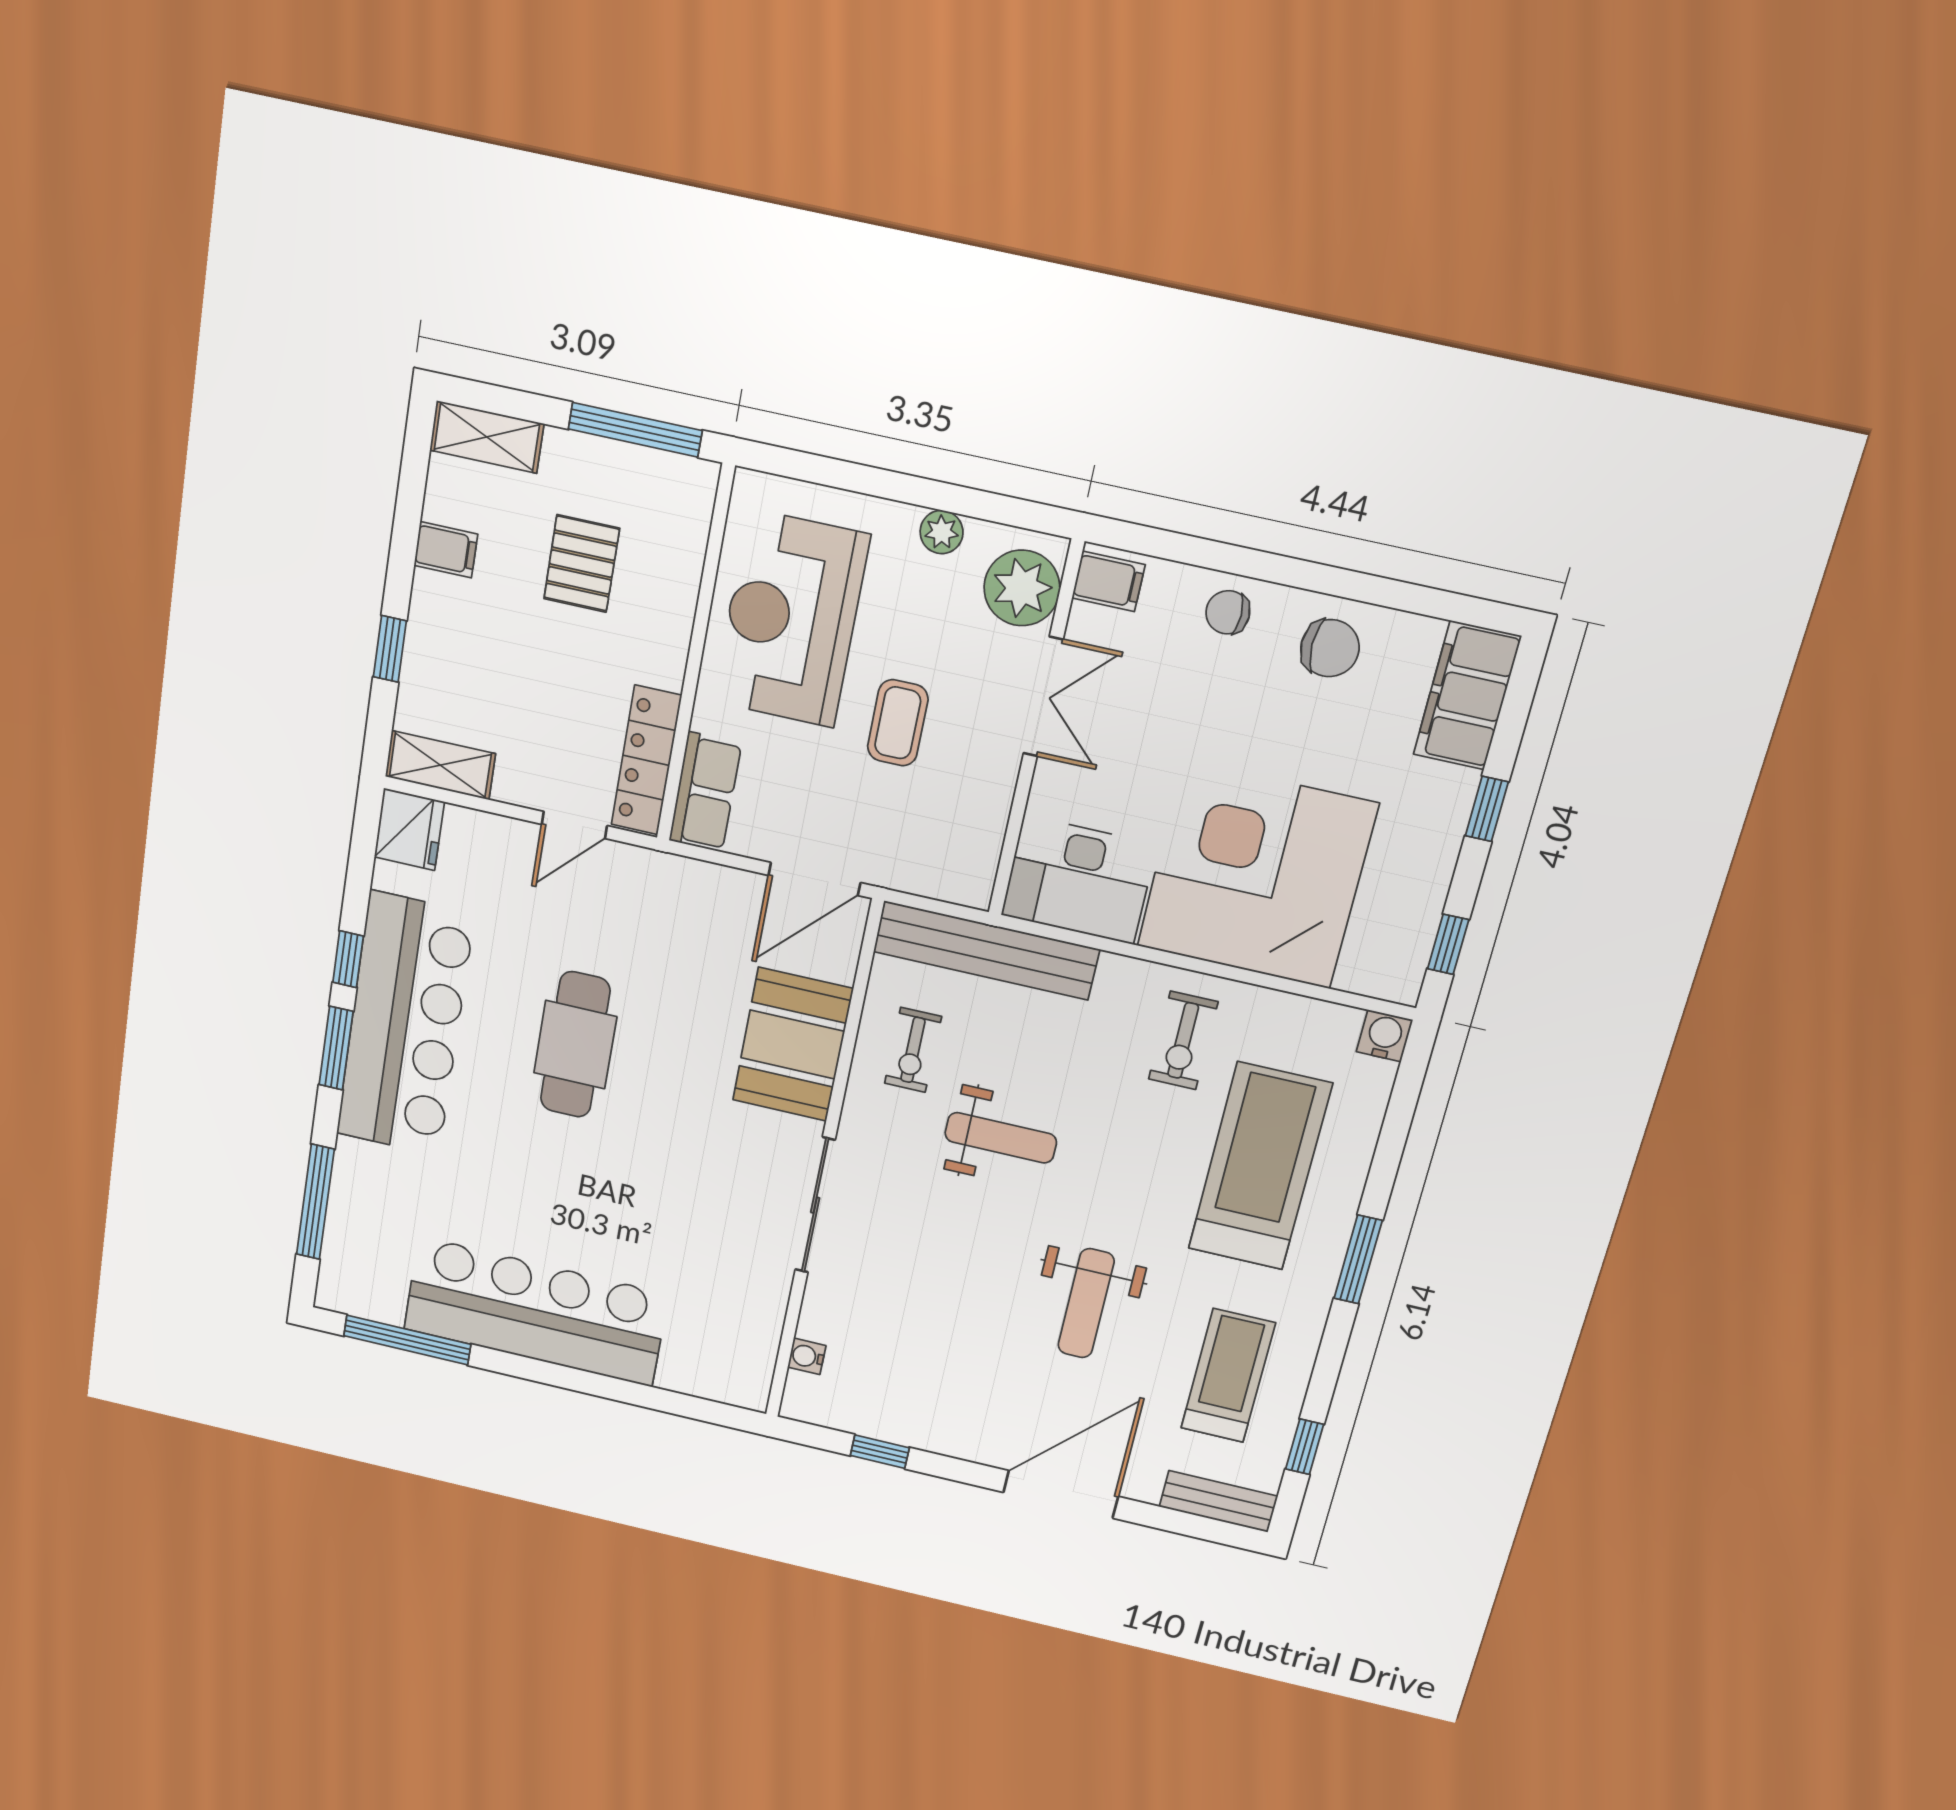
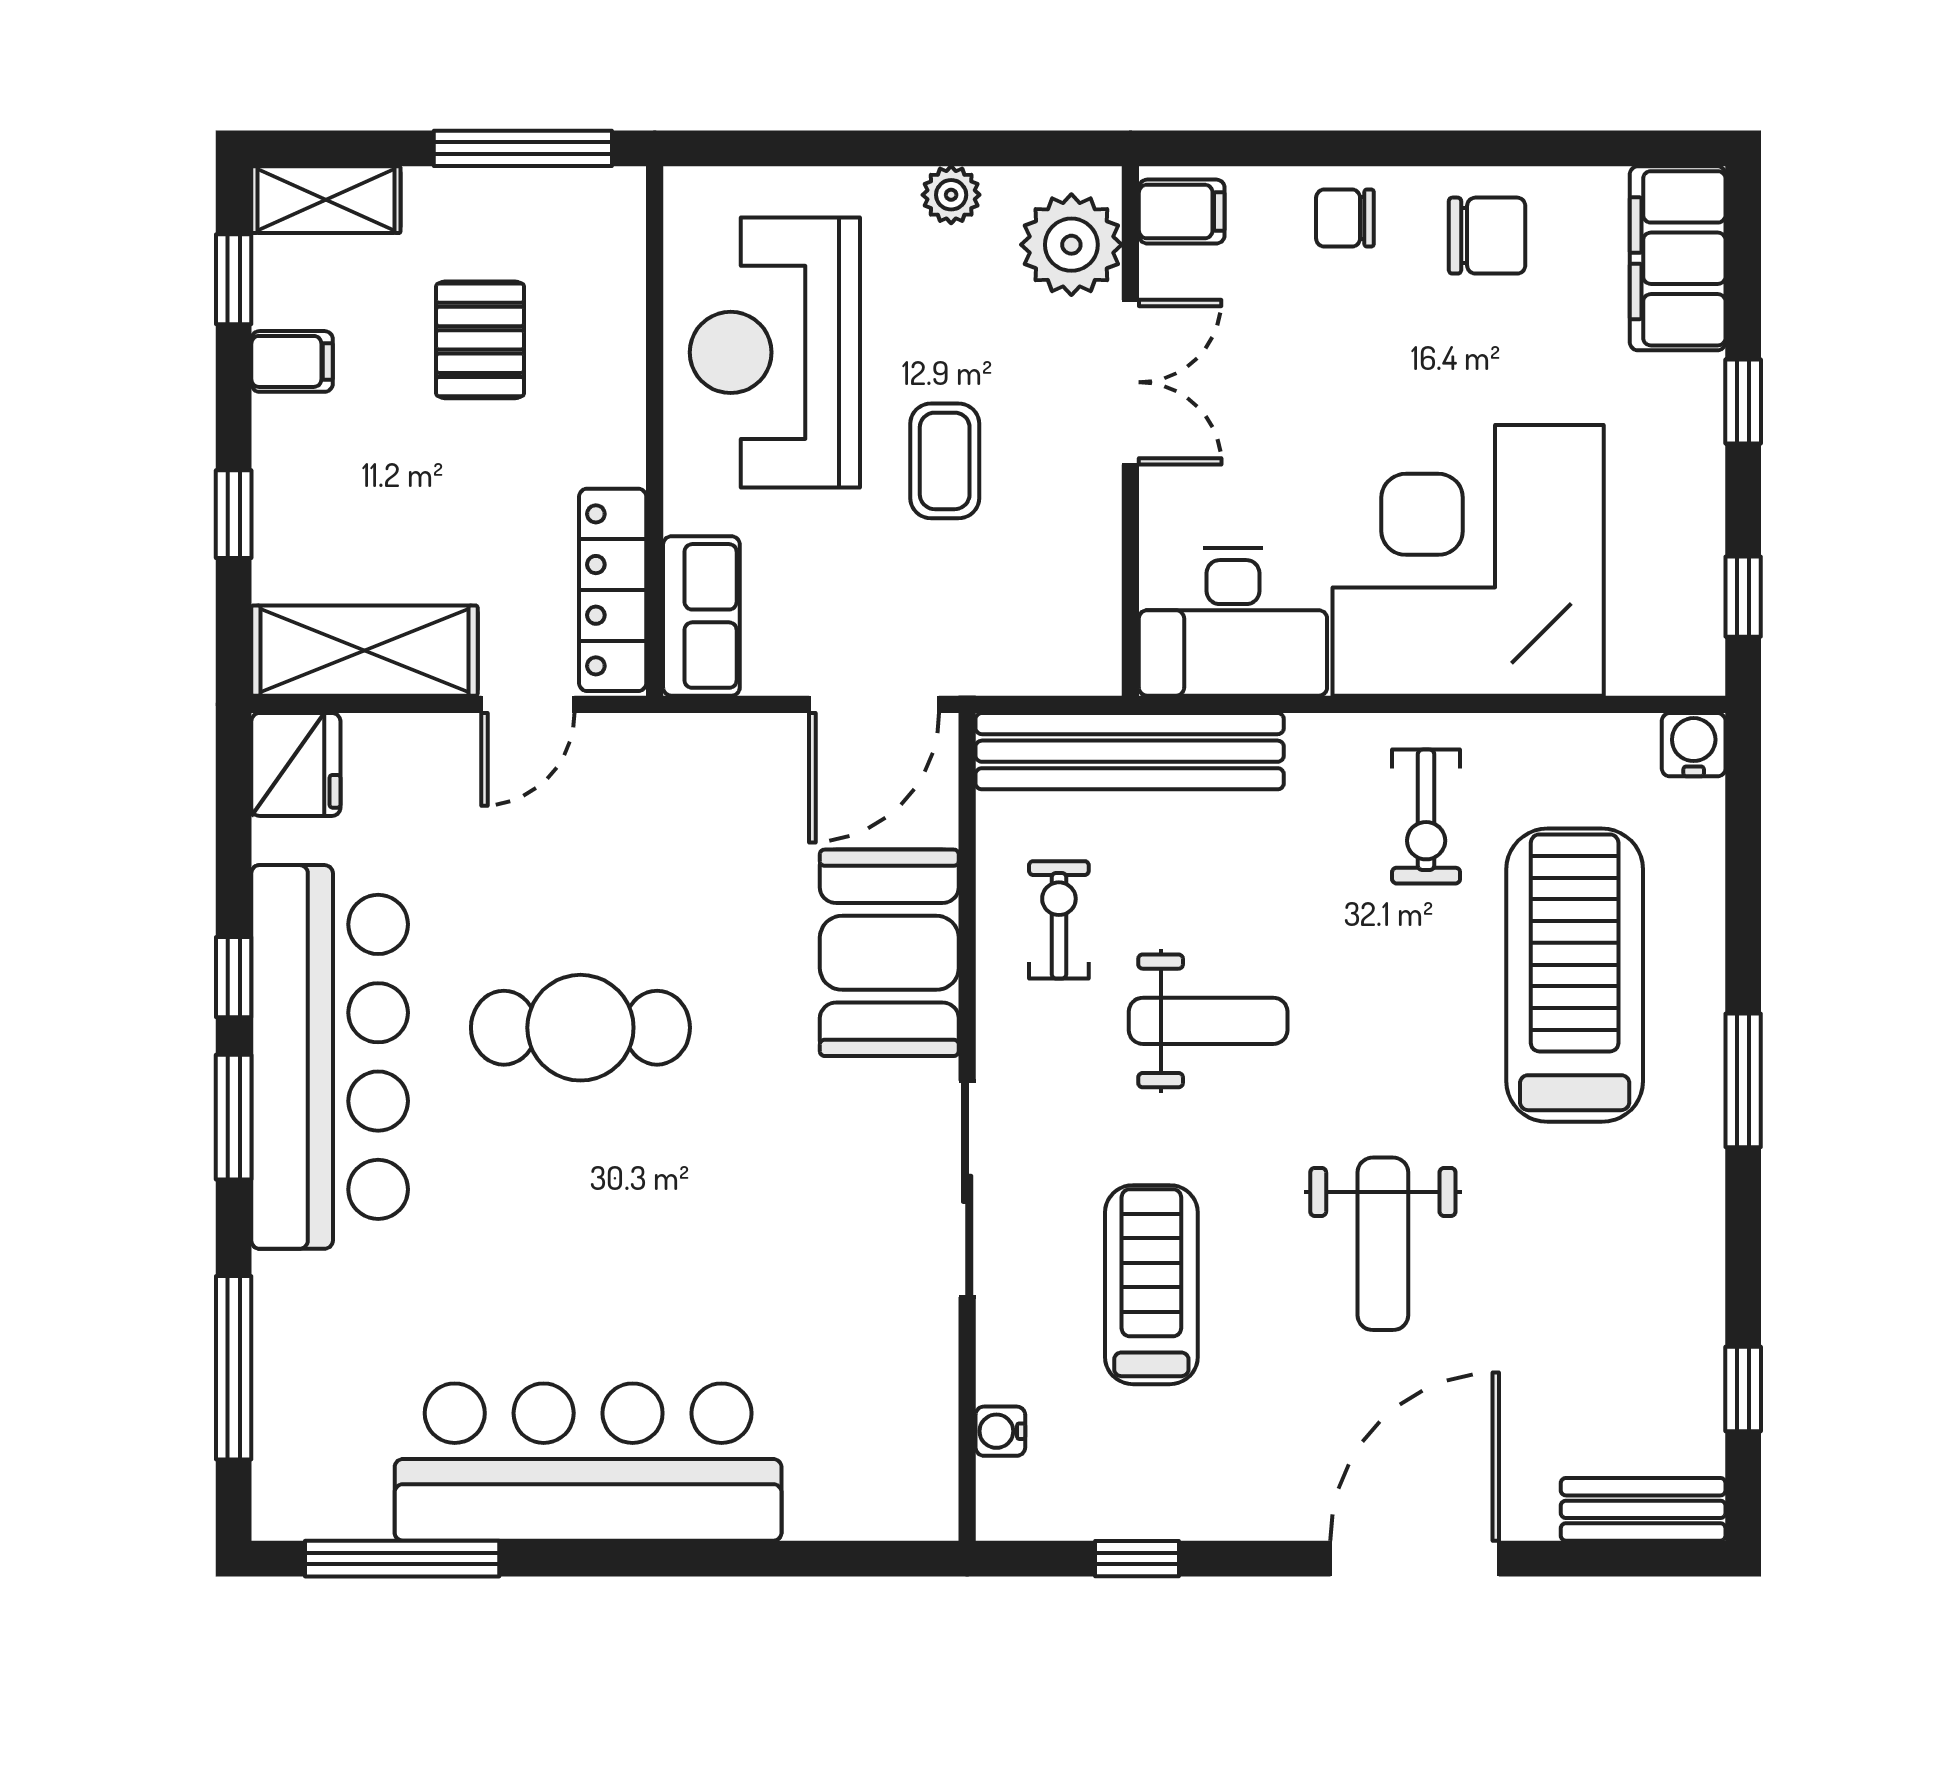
window: (413, 481) -> (234, 279), added
shelving: (440, 765) -> (365, 651), width x1.50, depth x1.33
cafe table: (575, 1045) -> (580, 1028), turned 90
exercise bike: (913, 1050) -> (1059, 920), turned 180
treadmill: (1228, 1376) -> (1151, 1285), moved

